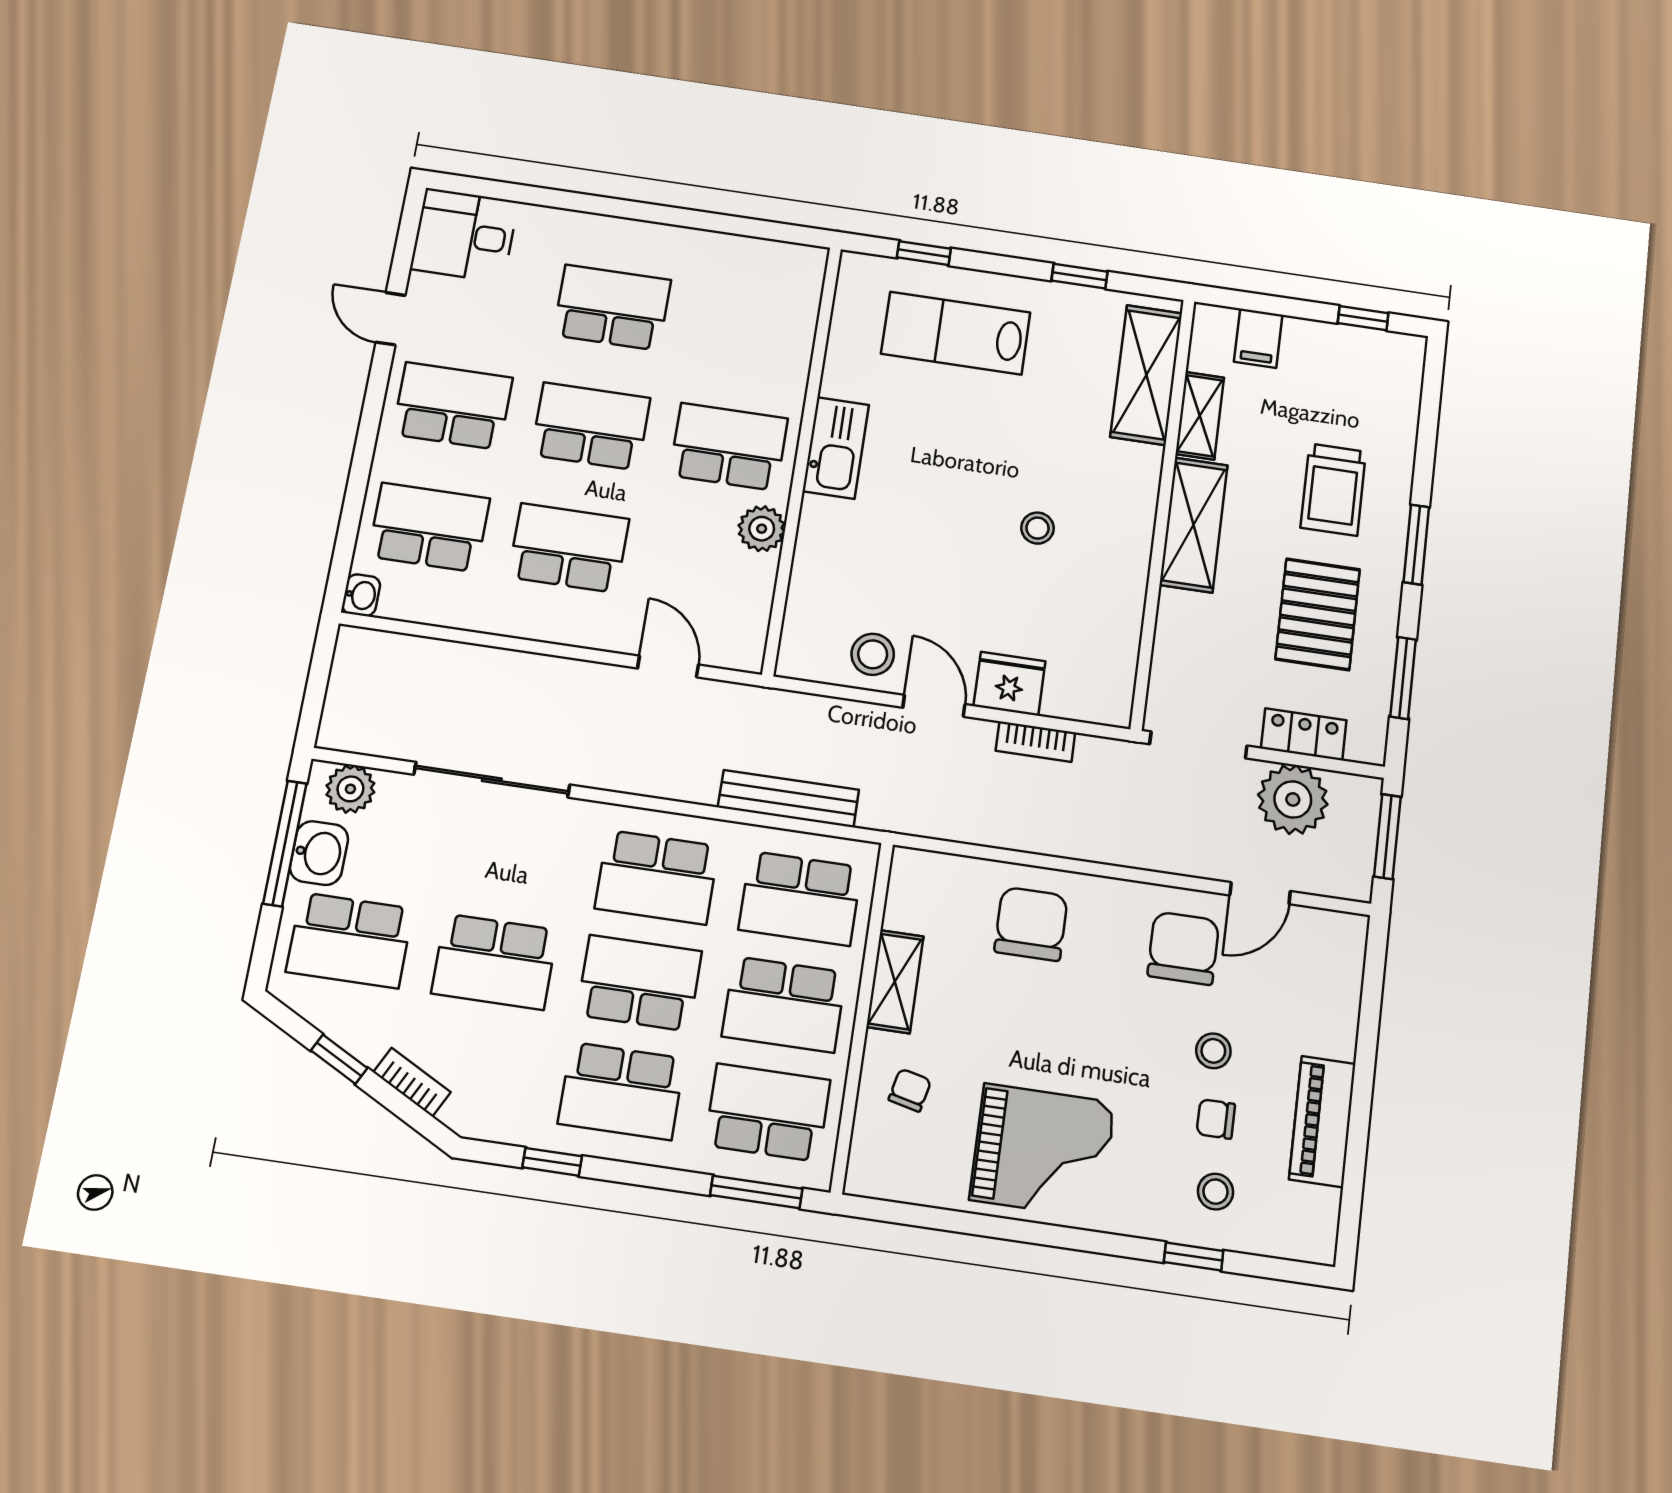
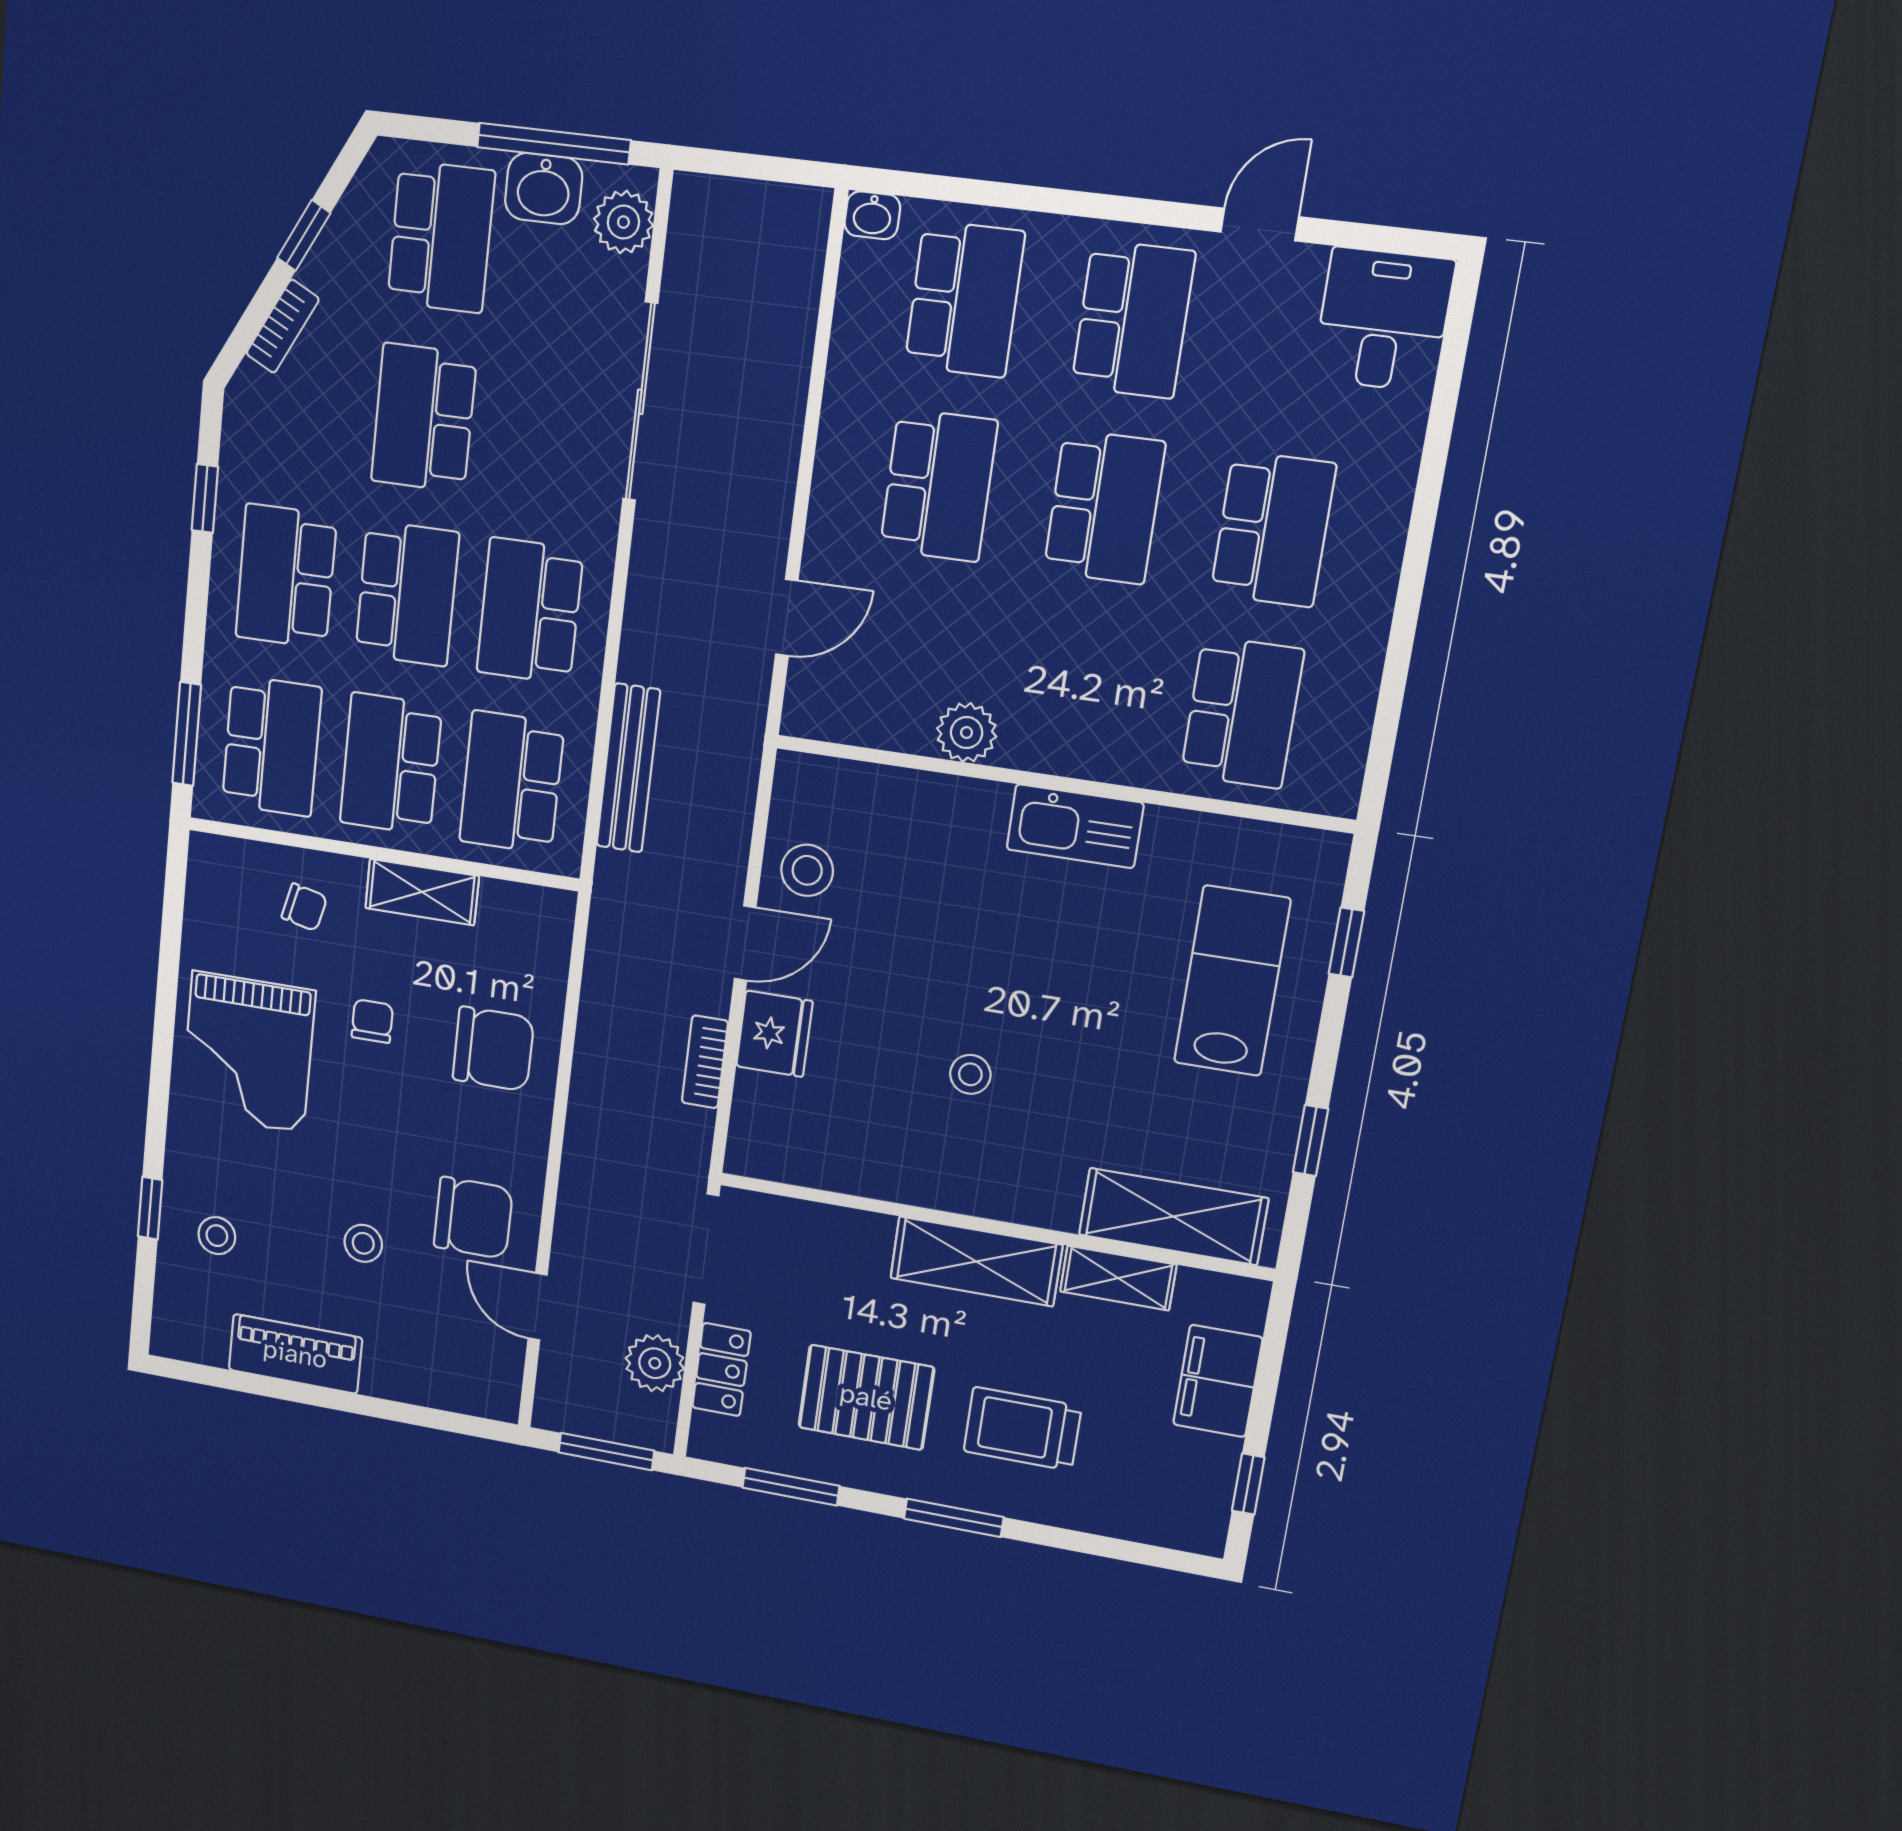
filing cabinet: (1258, 338) -> (1218, 1381), width x2.00
school desk: (729, 447) -> (1242, 712), moved
plant: (1293, 799) -> (655, 1363), width x0.73, depth x0.73
school desk: (350, 940) -> (441, 237), turned 180
chair: (1216, 1119) -> (372, 1021), moved

